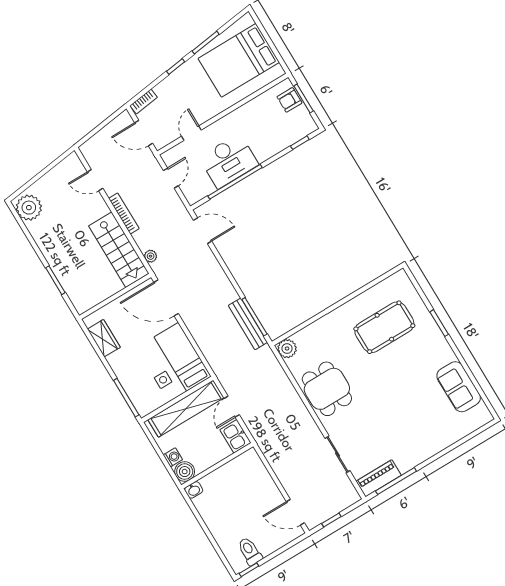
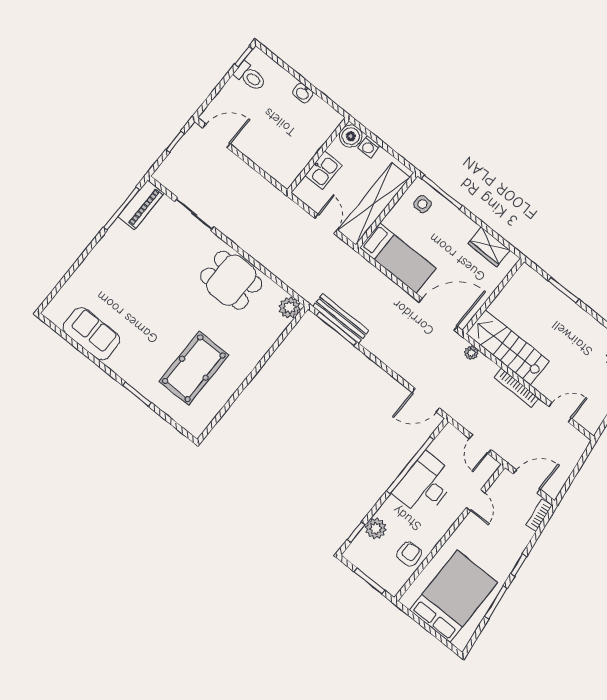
armchair: (289, 100) -> (409, 554), moved
plant: (282, 140) -> (376, 528), added
side table: (163, 380) -> (422, 204), moved
kitchen sink: (236, 436) -> (324, 170), moved, turned 90
washbasin: (194, 490) -> (303, 93), moved, turned -90

